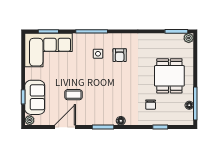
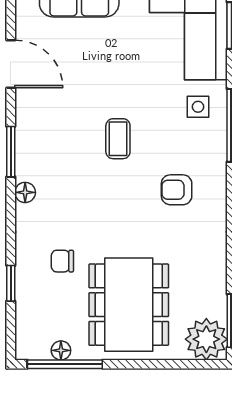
plant: (189, 38) -> (206, 339), width x1.87, depth x1.87
side table: (98, 54) -> (198, 107), moved
dining table: (169, 76) -> (129, 305), width x1.38
coffee table: (73, 95) -> (118, 139), moved

